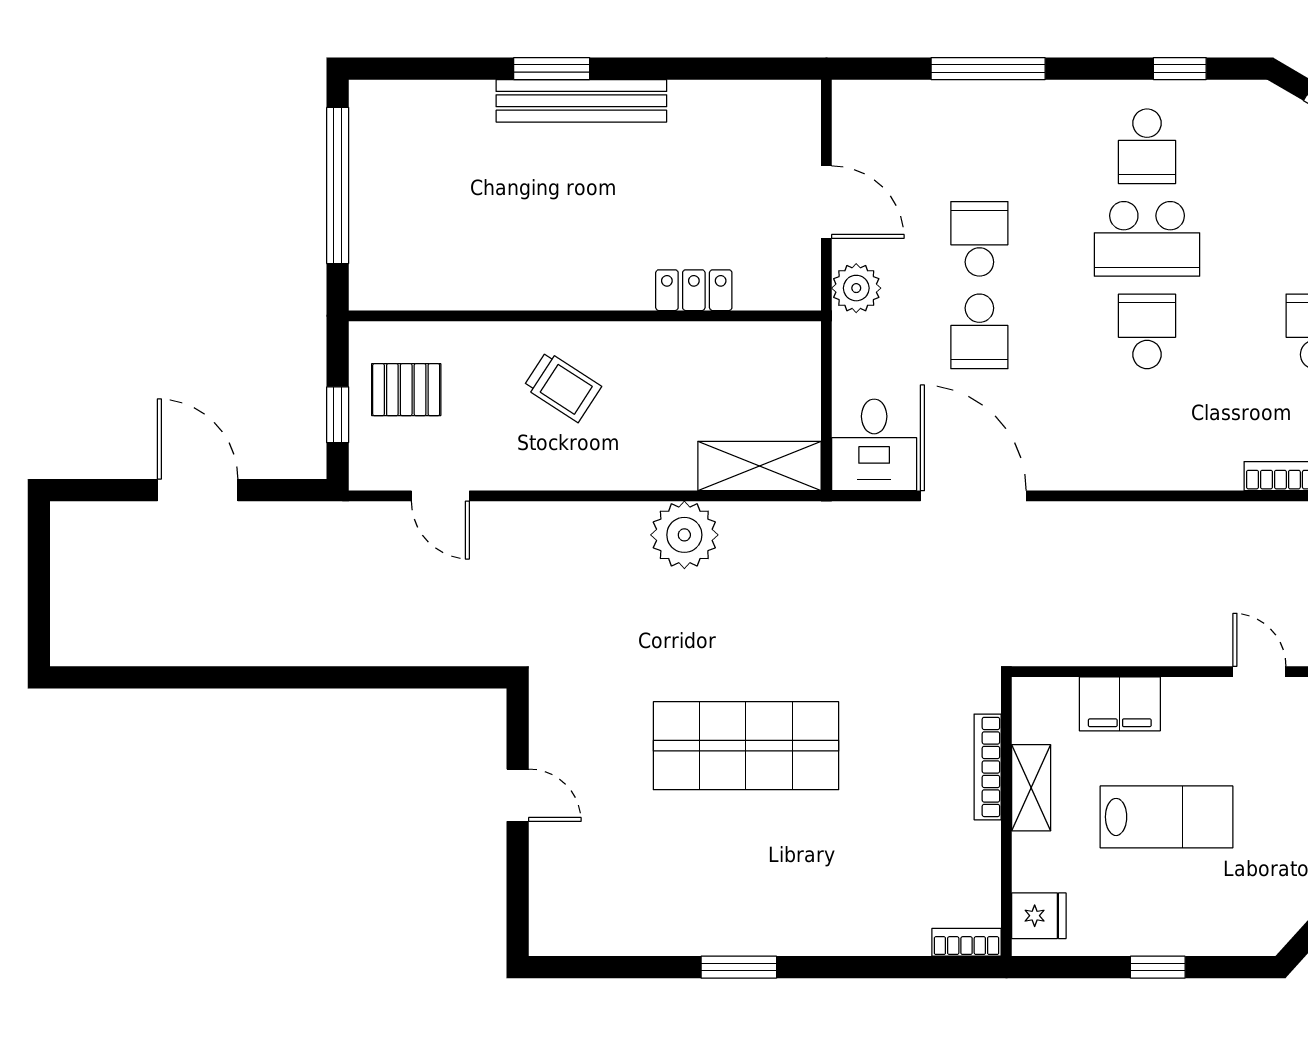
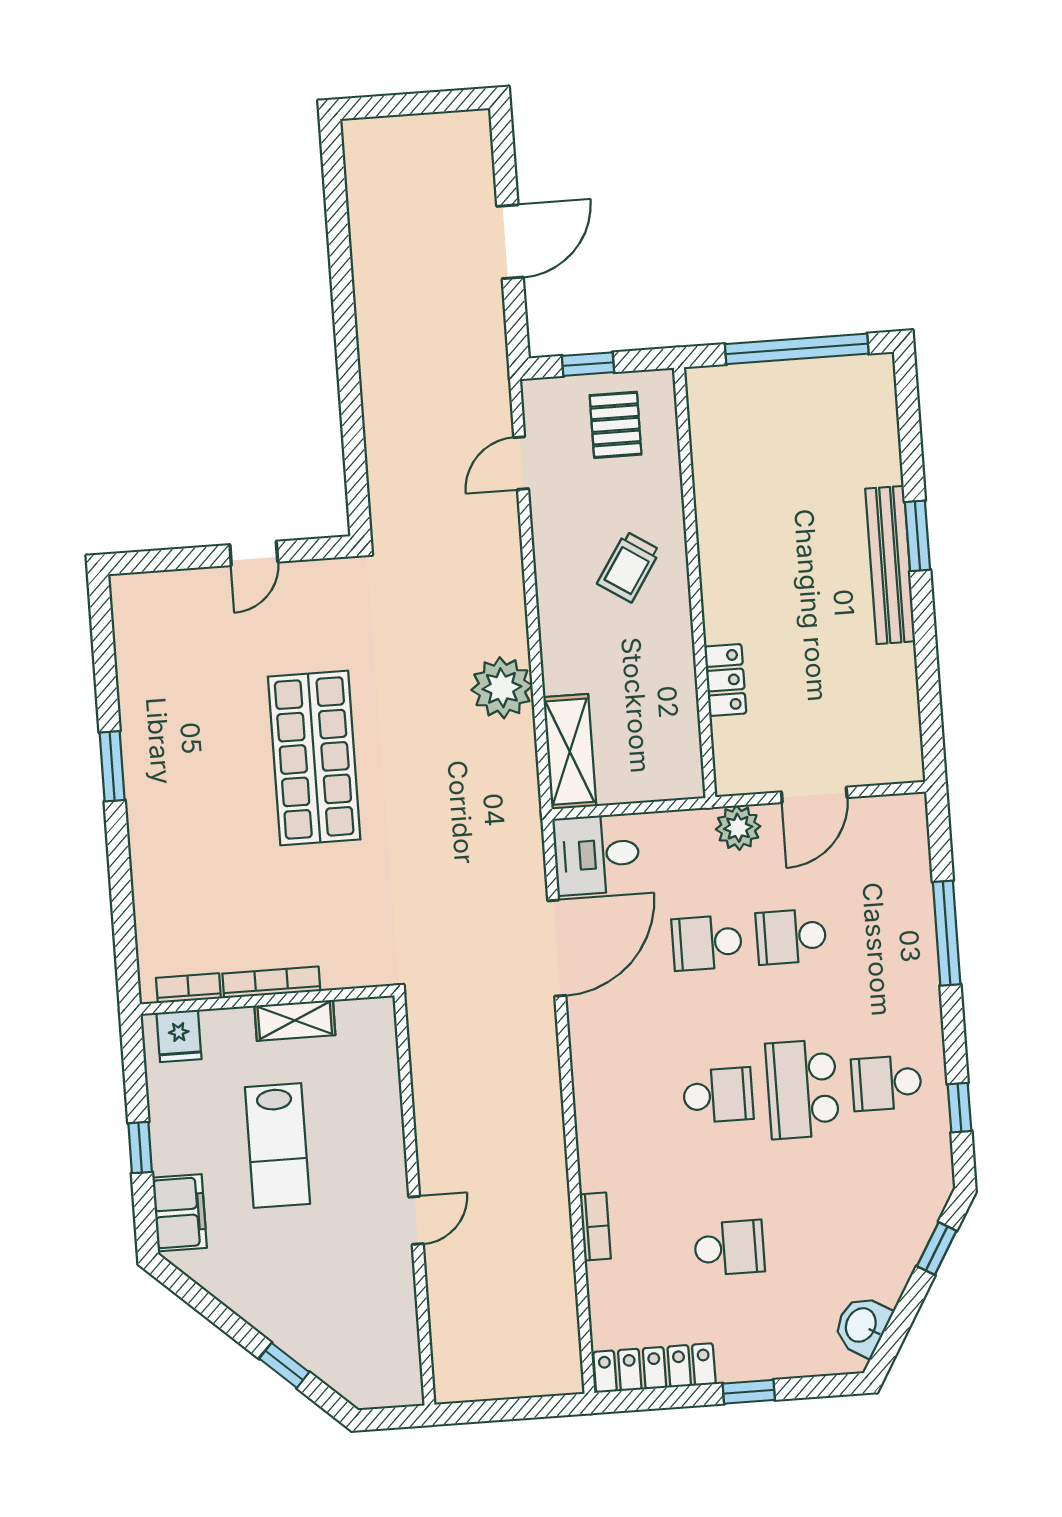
school desk: (979, 239) -> (791, 937), turned 180
filing cabinet: (1120, 704) -> (180, 1213), moved, turned 180
bookcase: (988, 767) -> (271, 982), moved
bookcase: (967, 942) -> (188, 988), moved, turned -90

